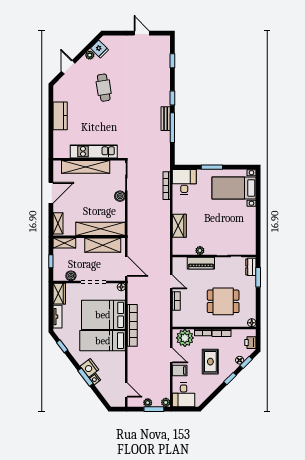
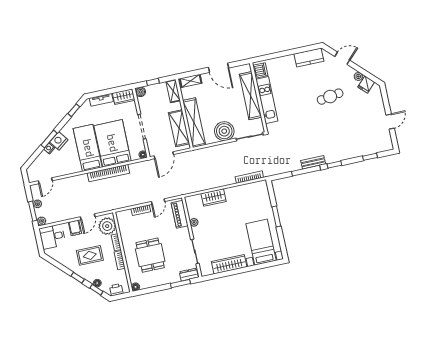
kitchen counter: (60, 116) -> (309, 57), moved
dishwasher: (63, 152) -> (260, 70), added
desk: (184, 182) -> (256, 193), removed
boiler: (120, 196) -> (224, 131), width x1.86, depth x1.86
wardrobe: (249, 224) -> (229, 264), added
piano: (201, 263) -> (180, 214), moved
boiler: (71, 276) -> (140, 92), moved

